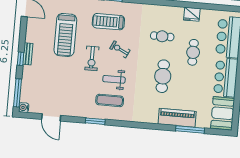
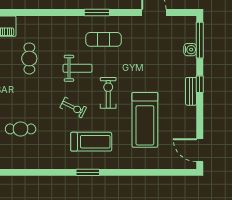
treadmill: (65, 35) -> (145, 120), turned 180
cafe table: (163, 76) -> (29, 58), moved, width x0.73, depth x0.74
exercise mat: (110, 100) -> (104, 39), moved
water cooler: (24, 108) -> (190, 50), moved

